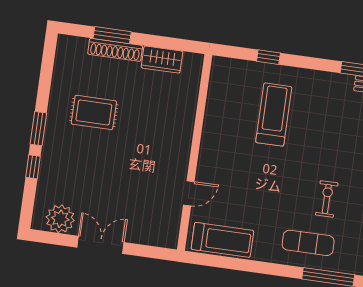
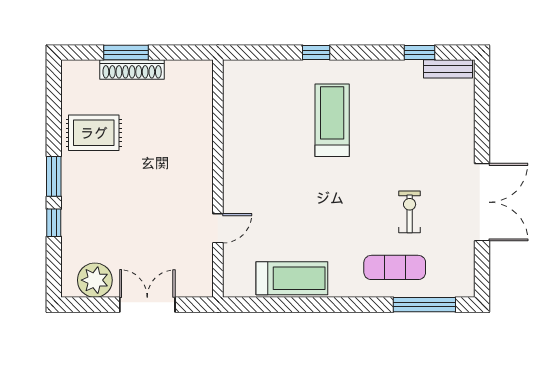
wardrobe: (162, 60) -> (190, 73), removed
rug: (94, 112) -> (94, 133), moved
wall: (195, 152) -> (218, 179), moved
door: (189, 193) -> (218, 228), moved

